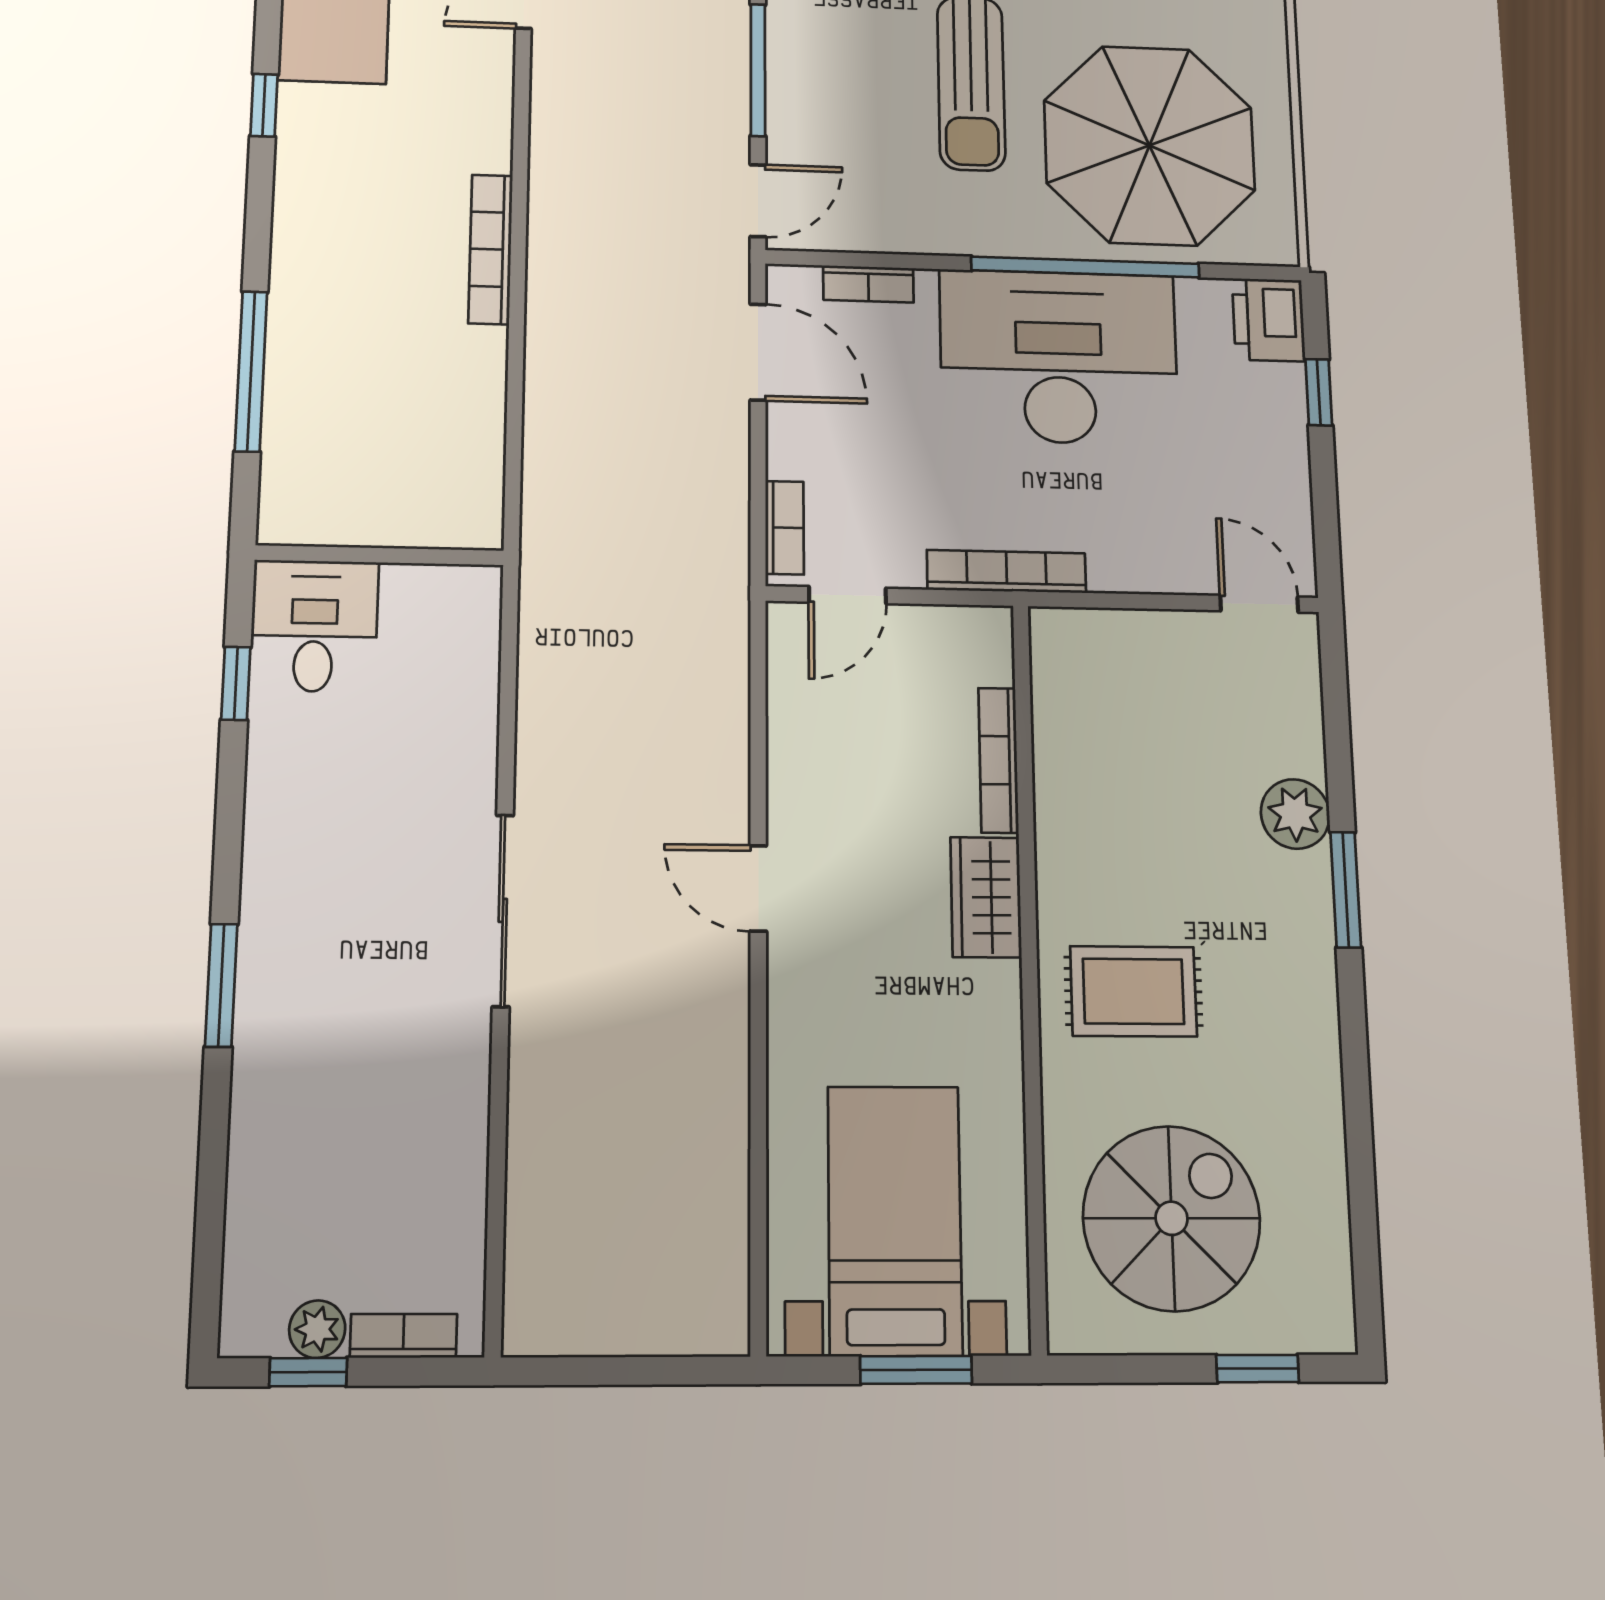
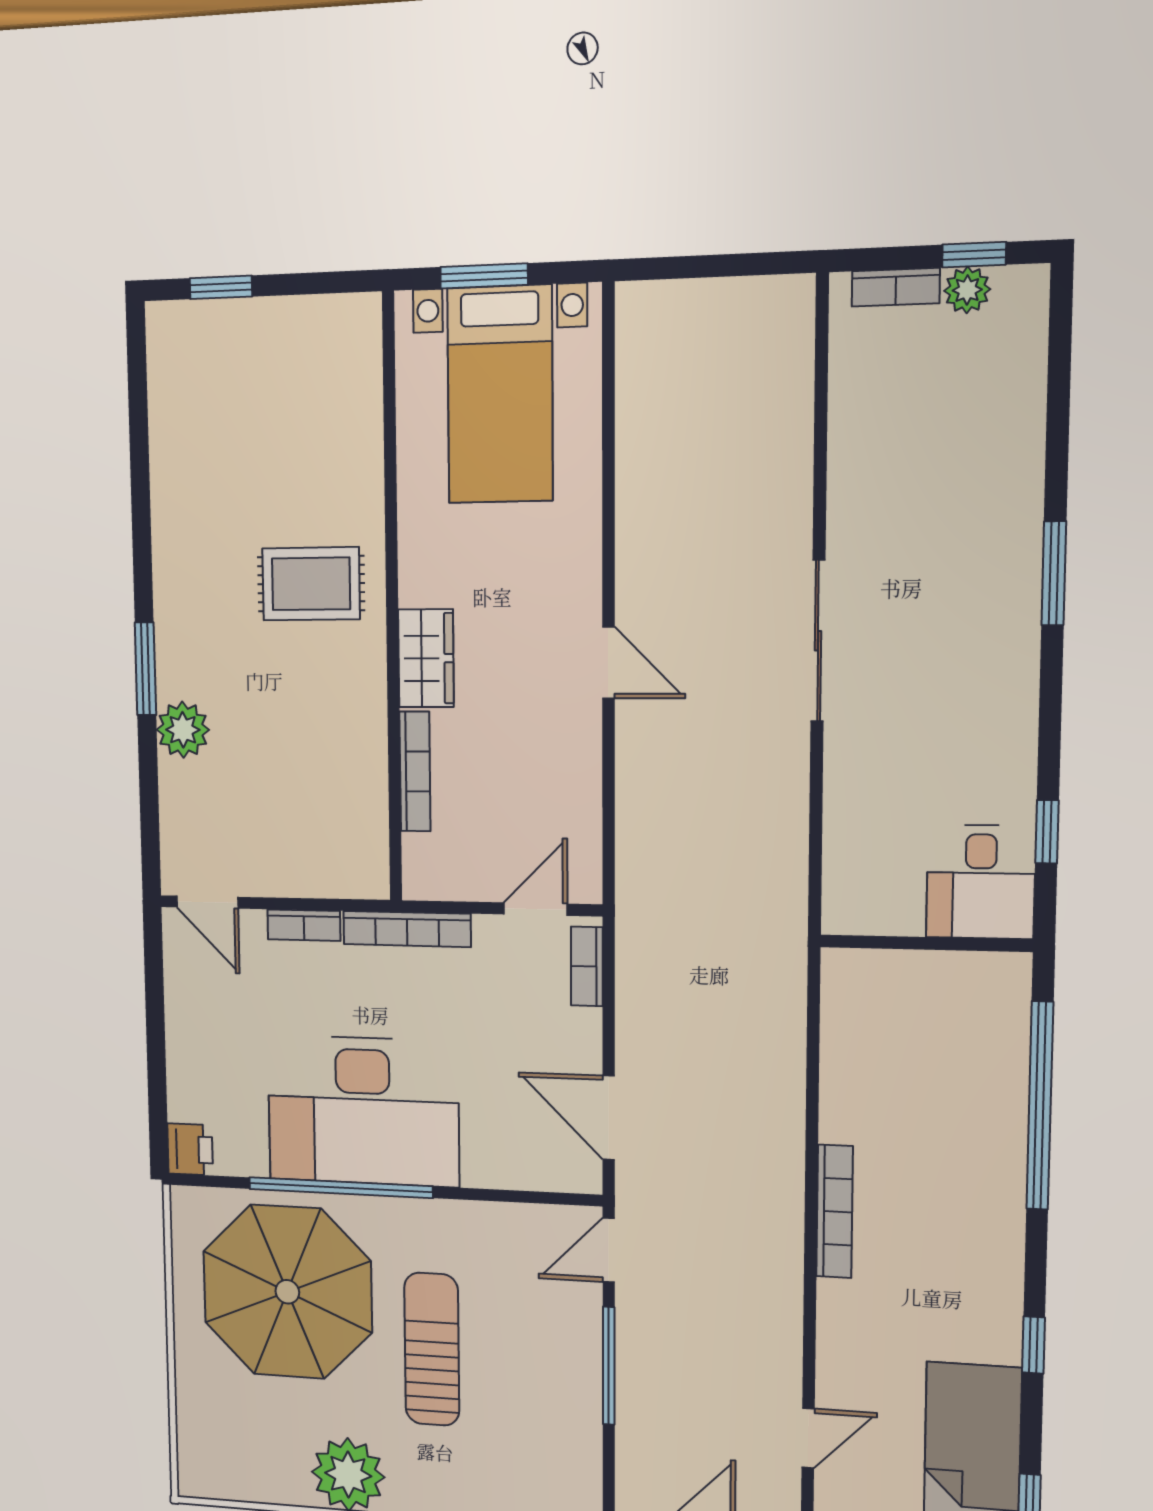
bookcase: (868, 284) -> (304, 925), moved, turned 180
printer: (1269, 320) -> (190, 1149), width x0.73, depth x0.81
window: (251, 371) -> (1040, 1106), width x1.46
window: (1319, 392) -> (157, 1079), removed
spiral stairs: (1172, 1218) -> (284, 403), removed

